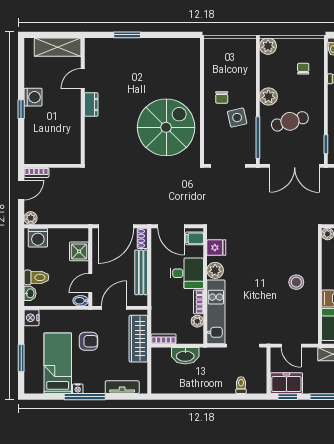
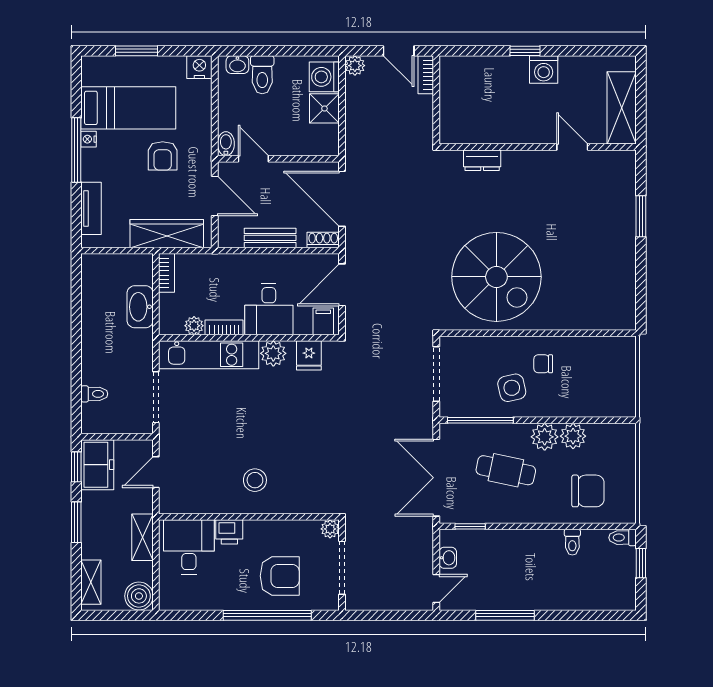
plant: (268, 46) -> (573, 436), moved
chair: (303, 69) -> (588, 491), width x1.87, depth x1.87
dresser: (91, 104) -> (482, 160), moved
cafe table: (290, 121) -> (506, 470), turned -62
shower: (79, 251) -> (324, 108), moved
bench: (141, 272) -> (270, 238), width x0.73

